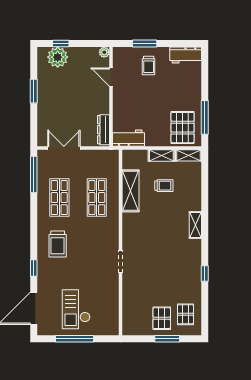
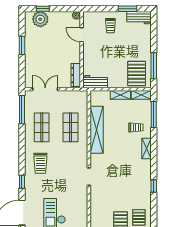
window: (145, 44) -> (128, 9), moved
window: (205, 181) -> (154, 115), added
trolley: (164, 186) -> (136, 127), moved
shelving: (131, 191) -> (97, 130), width x1.47

